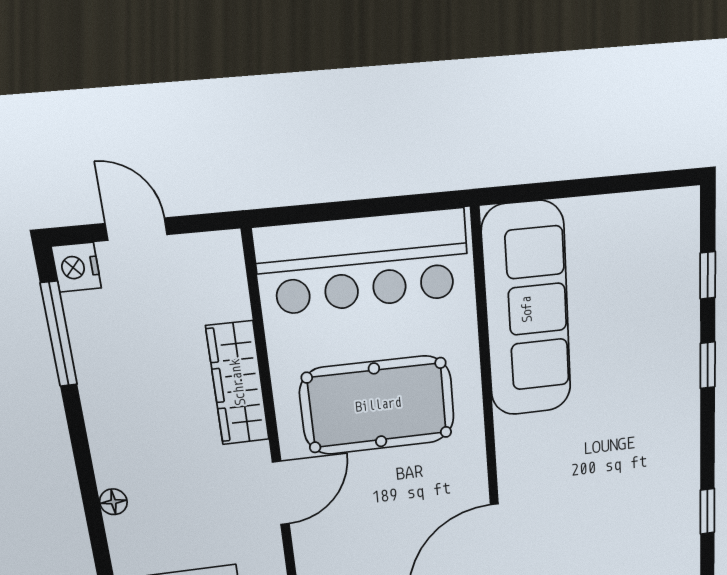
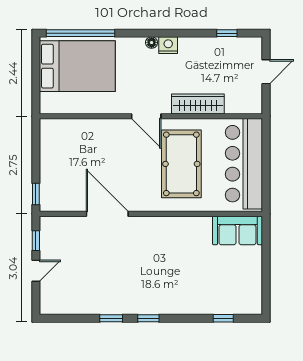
nightstand: (76, 267) -> (168, 45), moved
sofa: (527, 310) -> (237, 230), width x0.54, depth x0.79
window: (59, 334) -> (227, 33), width x0.46
window: (708, 365) -> (148, 318), moved

